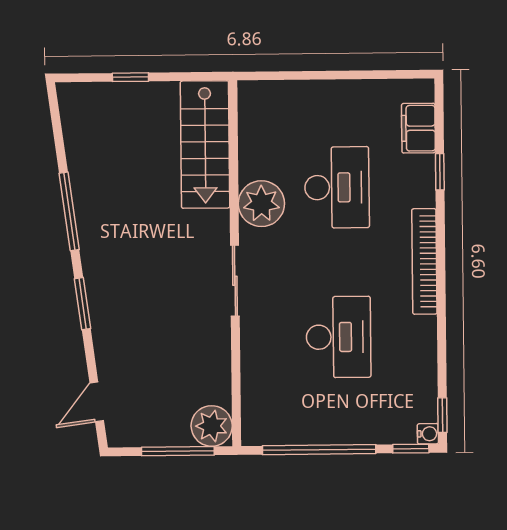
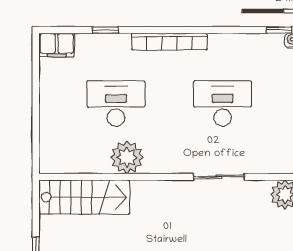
filing cabinet: (418, 128) -> (57, 45), moved
sliding door: (235, 281) -> (219, 177), moved

